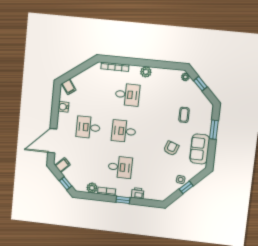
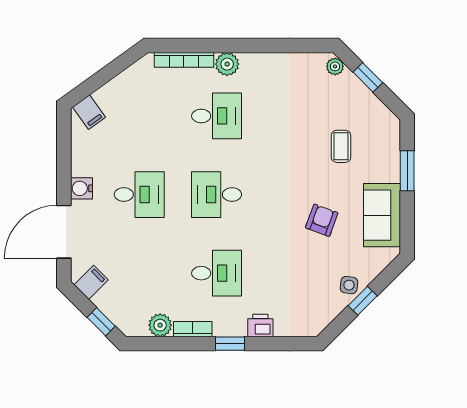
plant: (146, 72) -> (227, 64), moved
water cooler: (63, 107) -> (81, 188), moved
desk: (88, 127) -> (139, 195), turned 180

